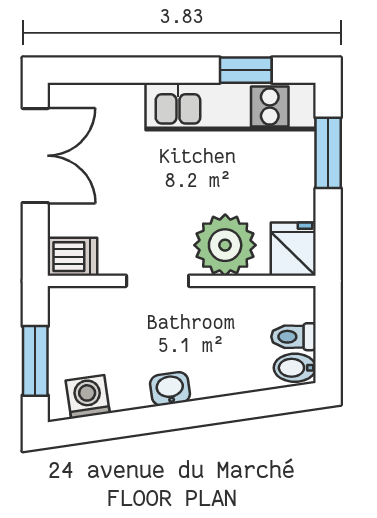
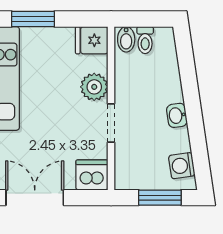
plant: (225, 245) -> (94, 87), width x0.73, depth x0.73
dishwasher: (72, 257) -> (92, 175), width x1.38
bidet: (295, 368) -> (126, 39), moved

